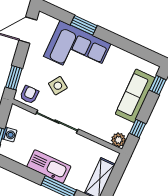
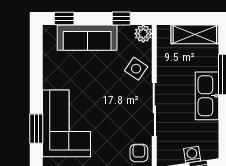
side table: (58, 86) -> (136, 69), moved
armchair: (29, 95) -> (139, 153), turned 90

